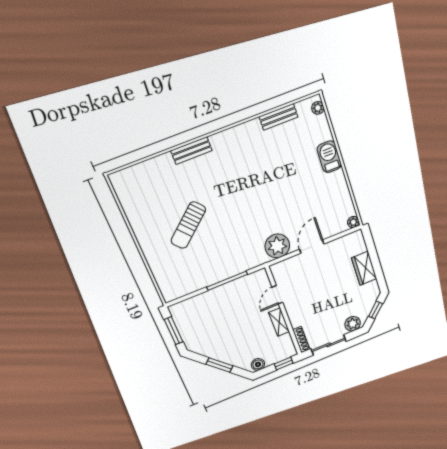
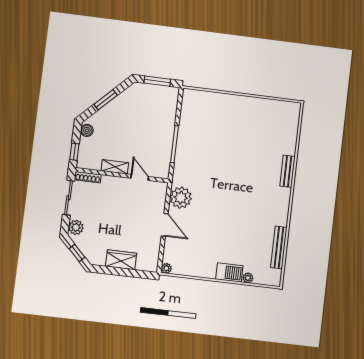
plant: (318, 108) -> (248, 278), moved
bench: (279, 117) -> (279, 247), width x1.36
sun lounger: (188, 225) -> (235, 139), removed

